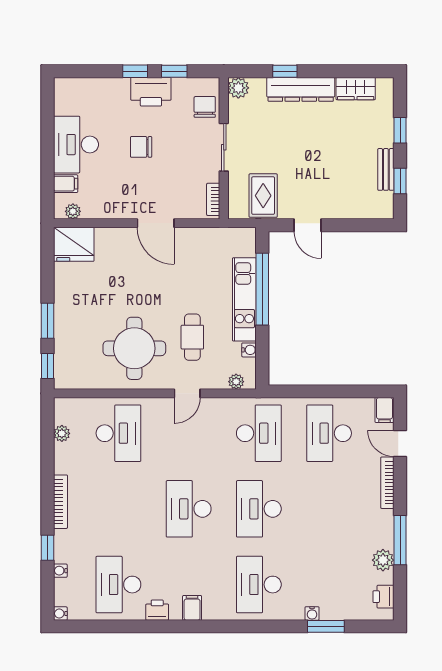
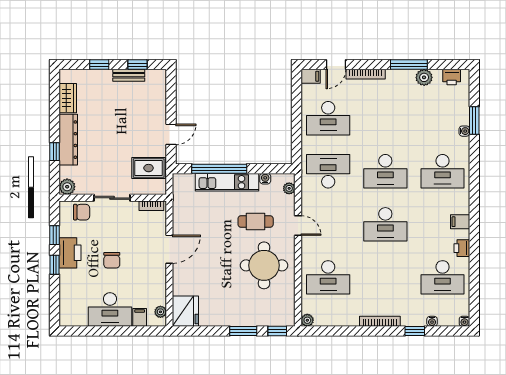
chair: (205, 107) -> (82, 212), turned 180
plant: (62, 433) -> (307, 320), moved
desk: (118, 433) -> (328, 277), turned 180

